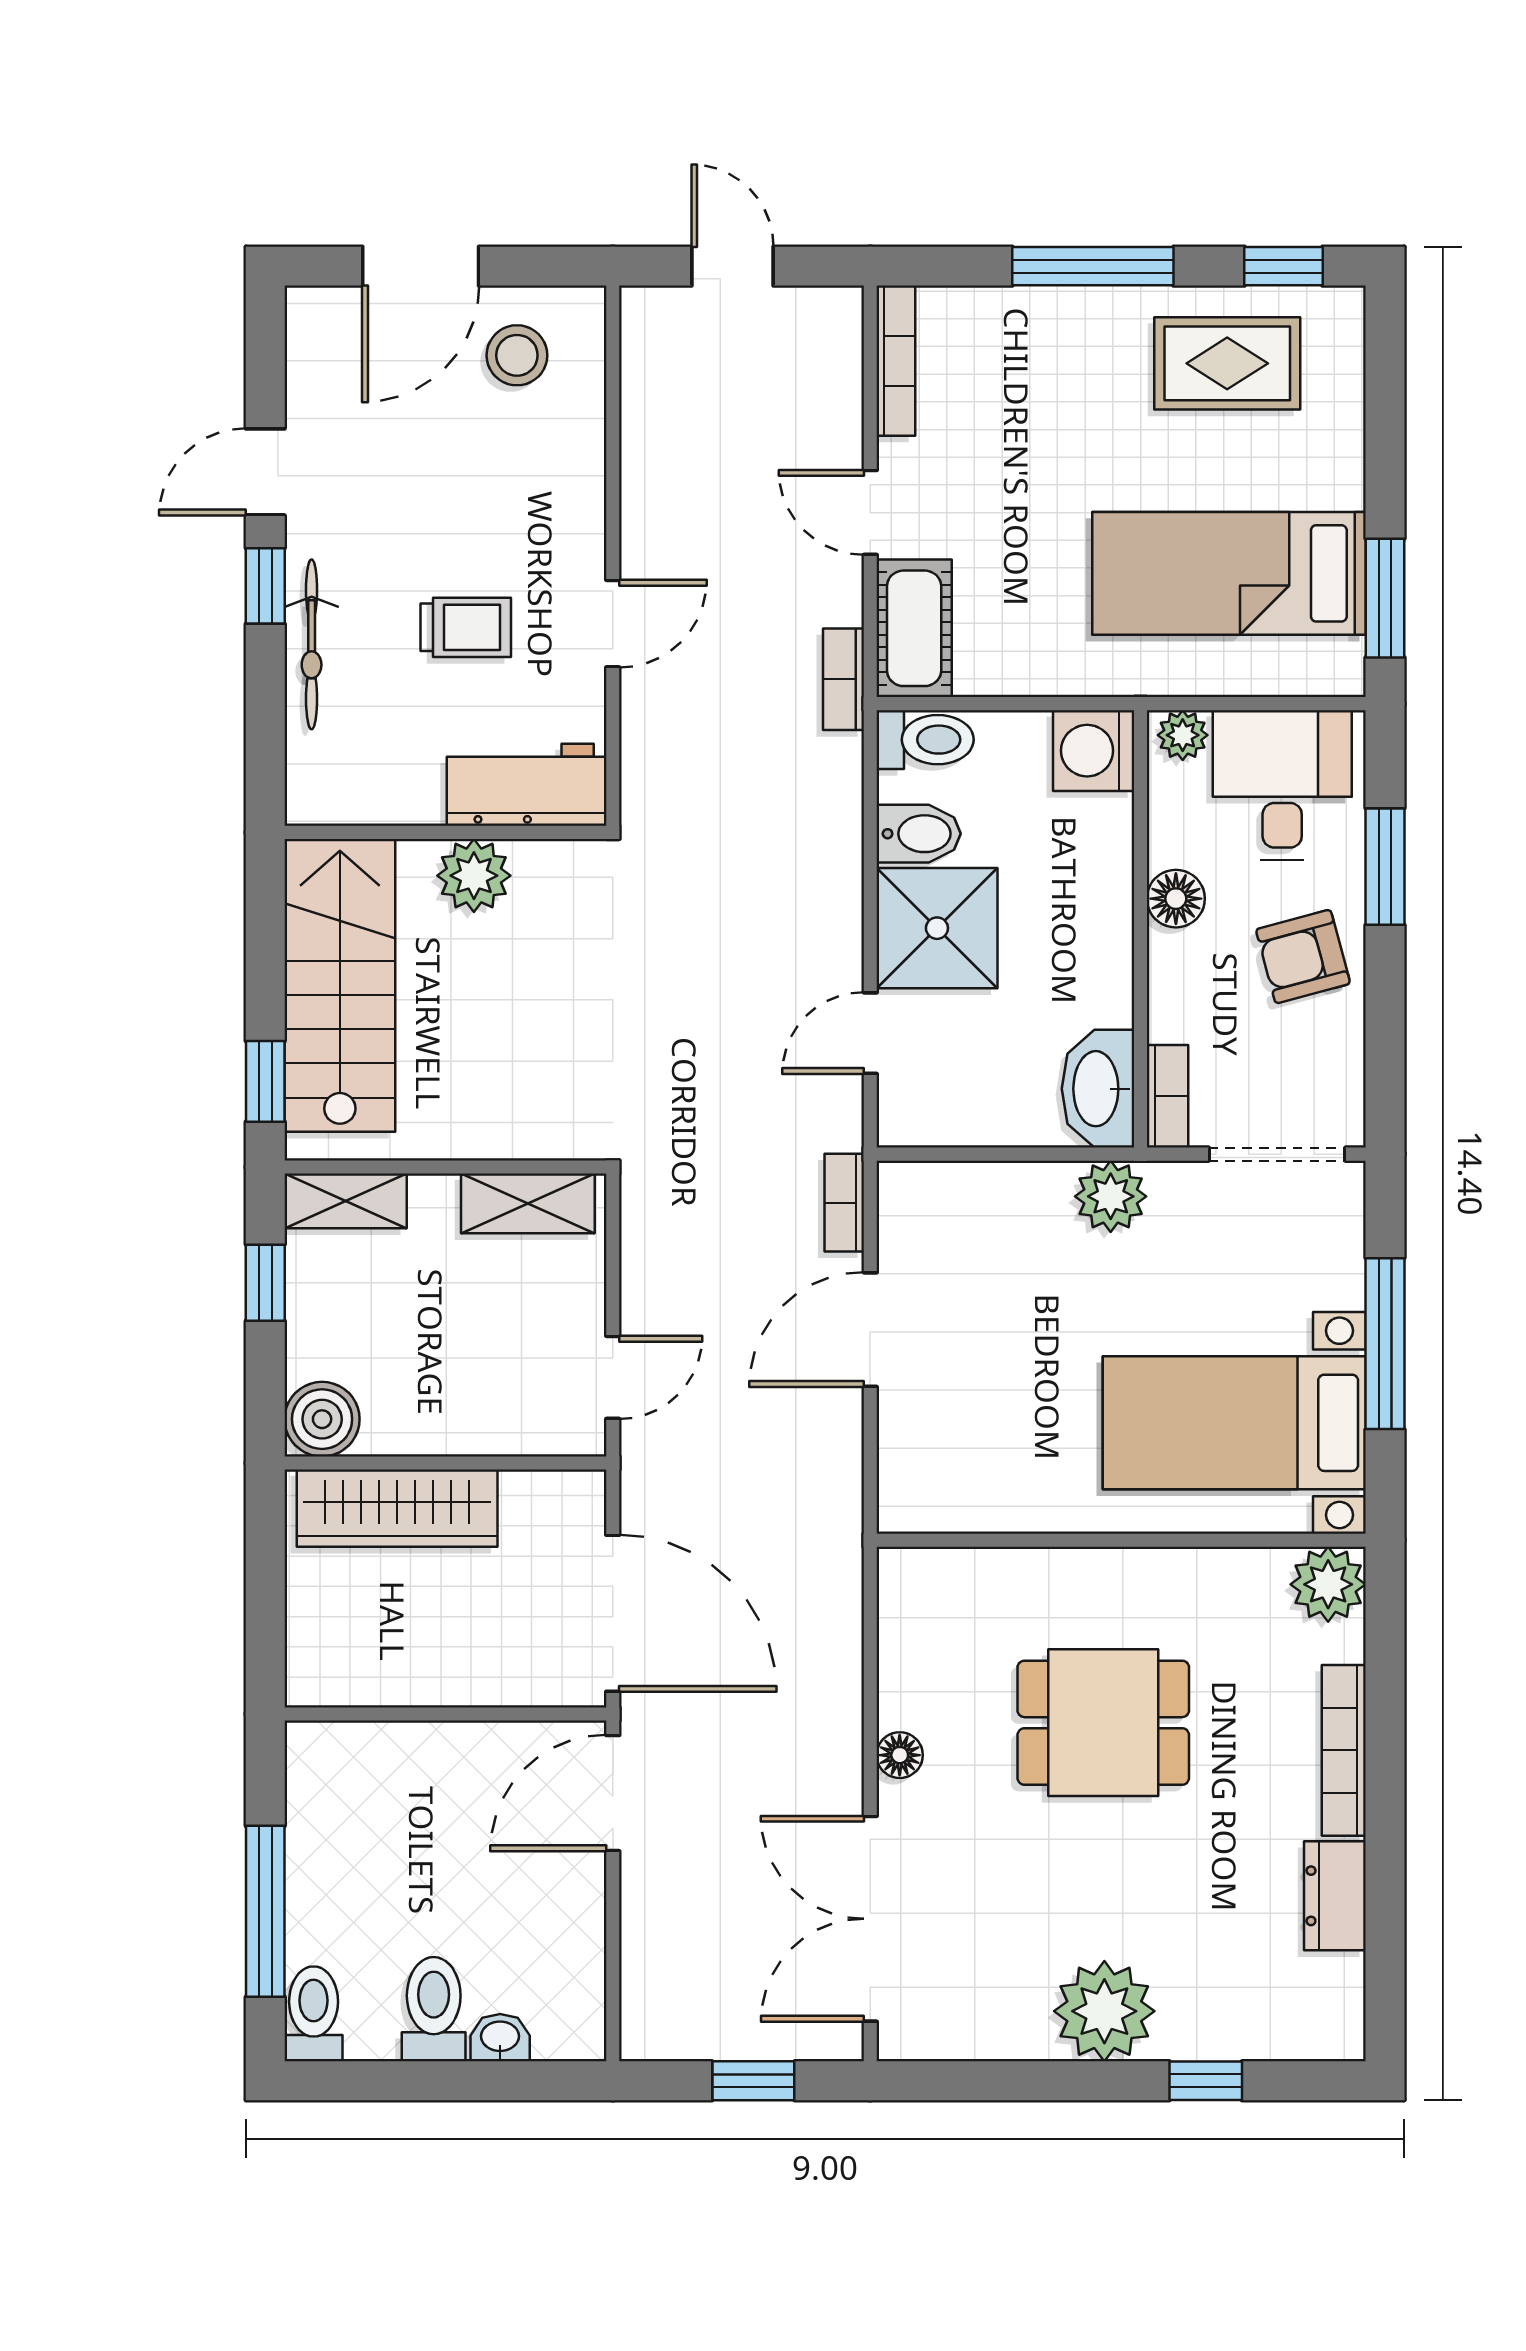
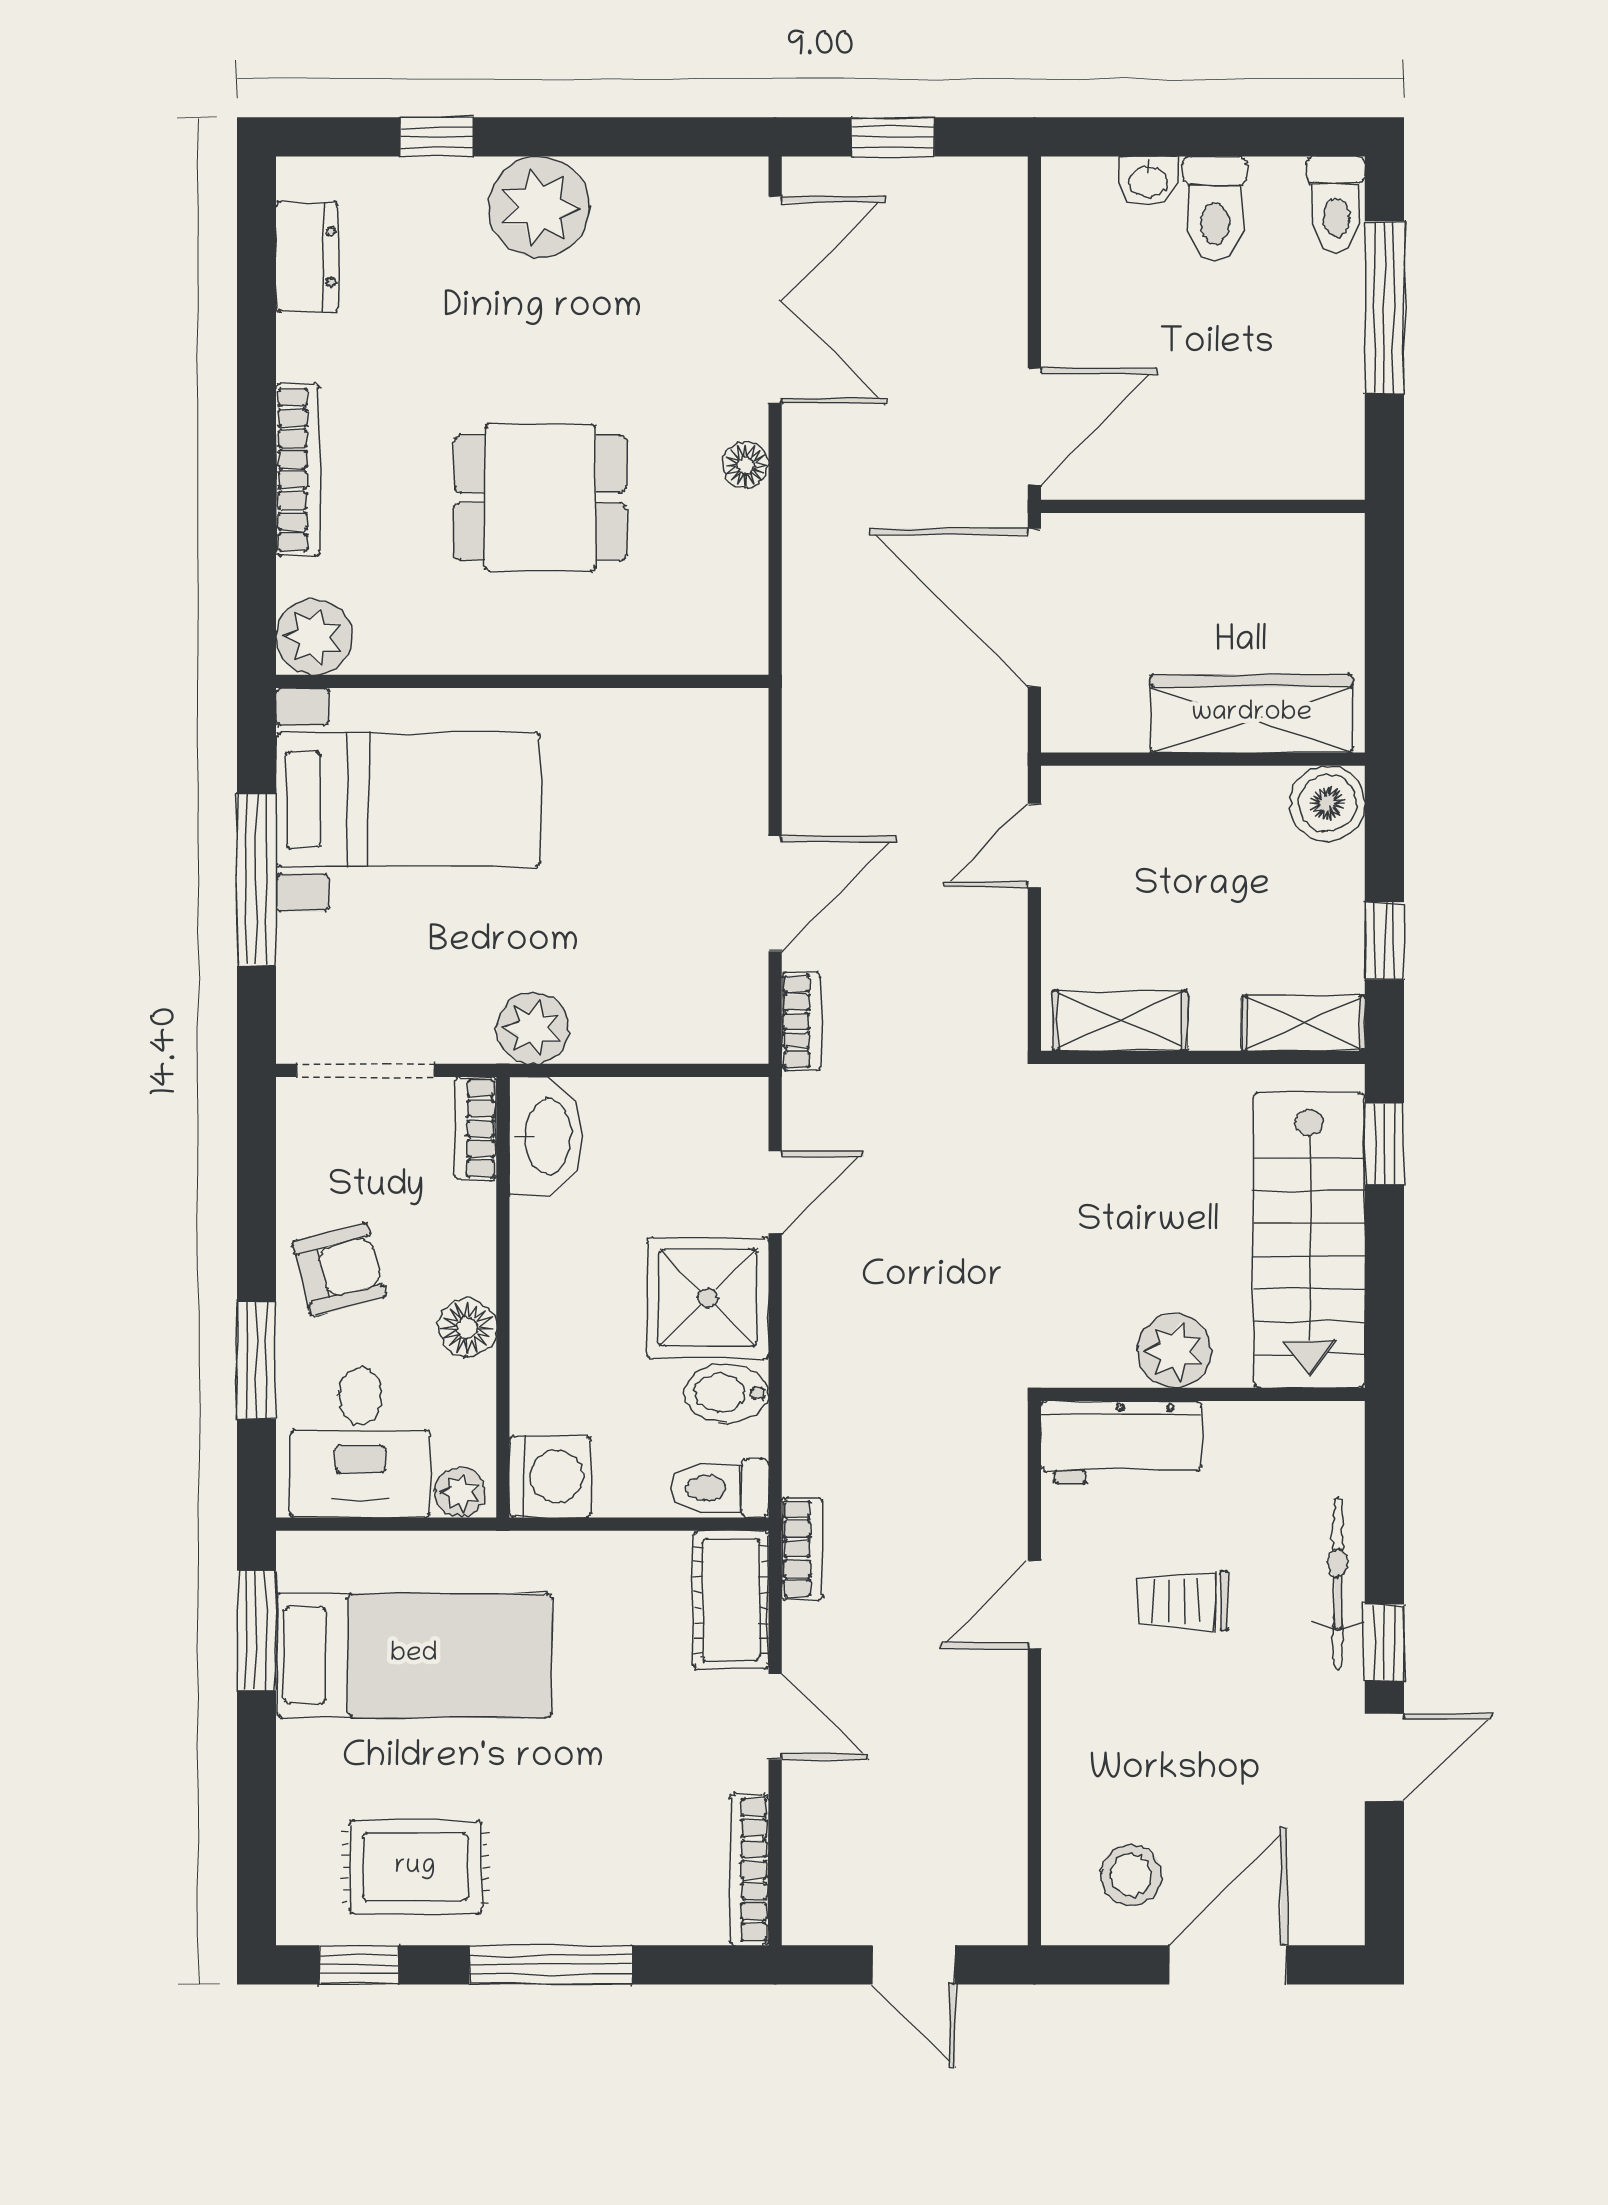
dresser: (1335, 1896) -> (307, 257), moved

